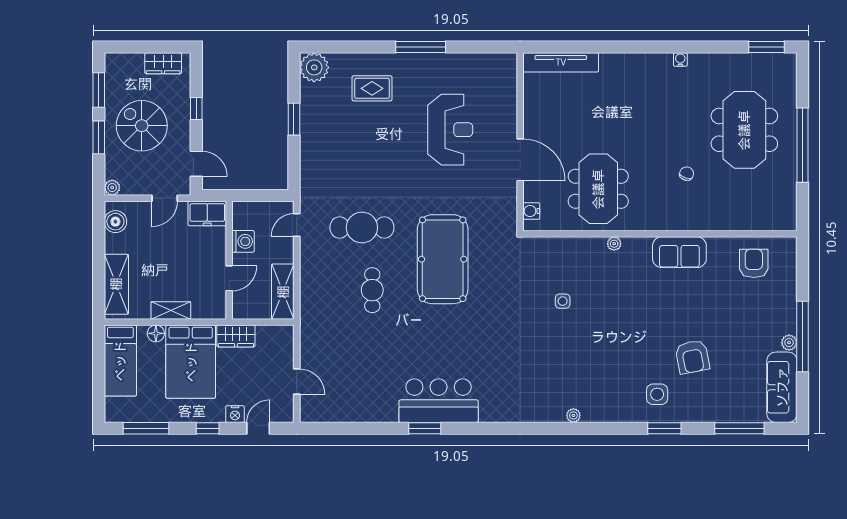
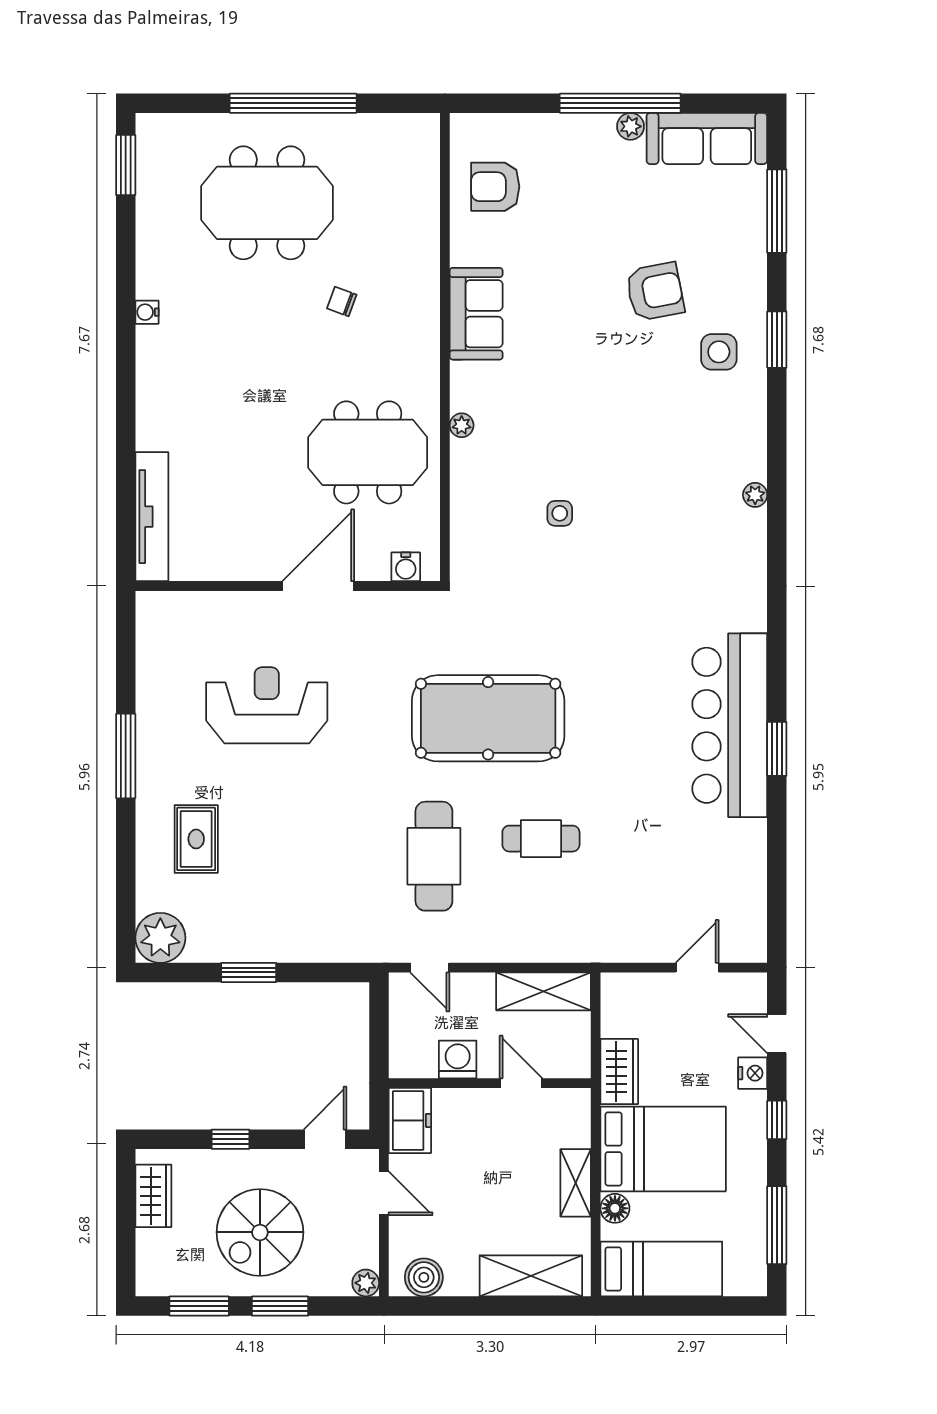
bar counter: (439, 401) -> (730, 725), width x1.36

